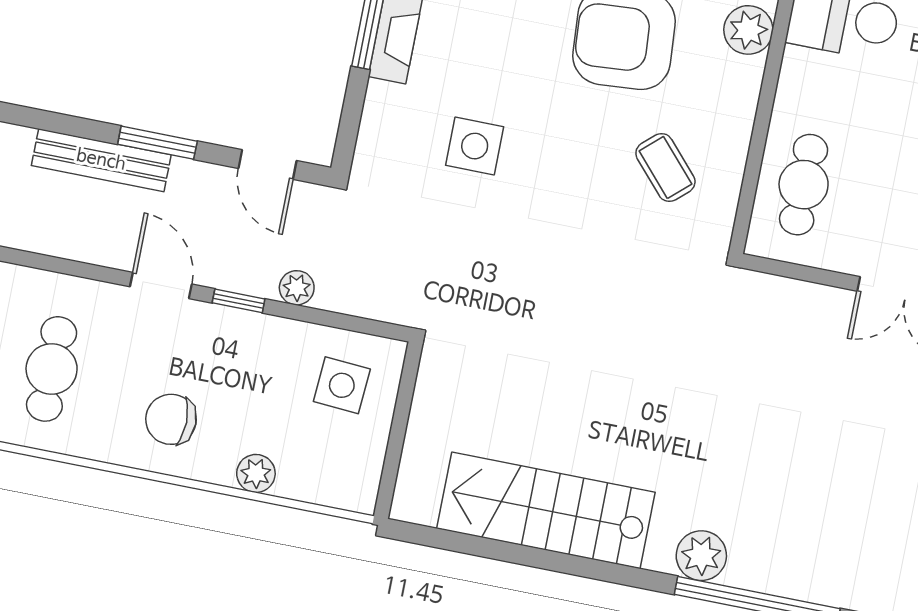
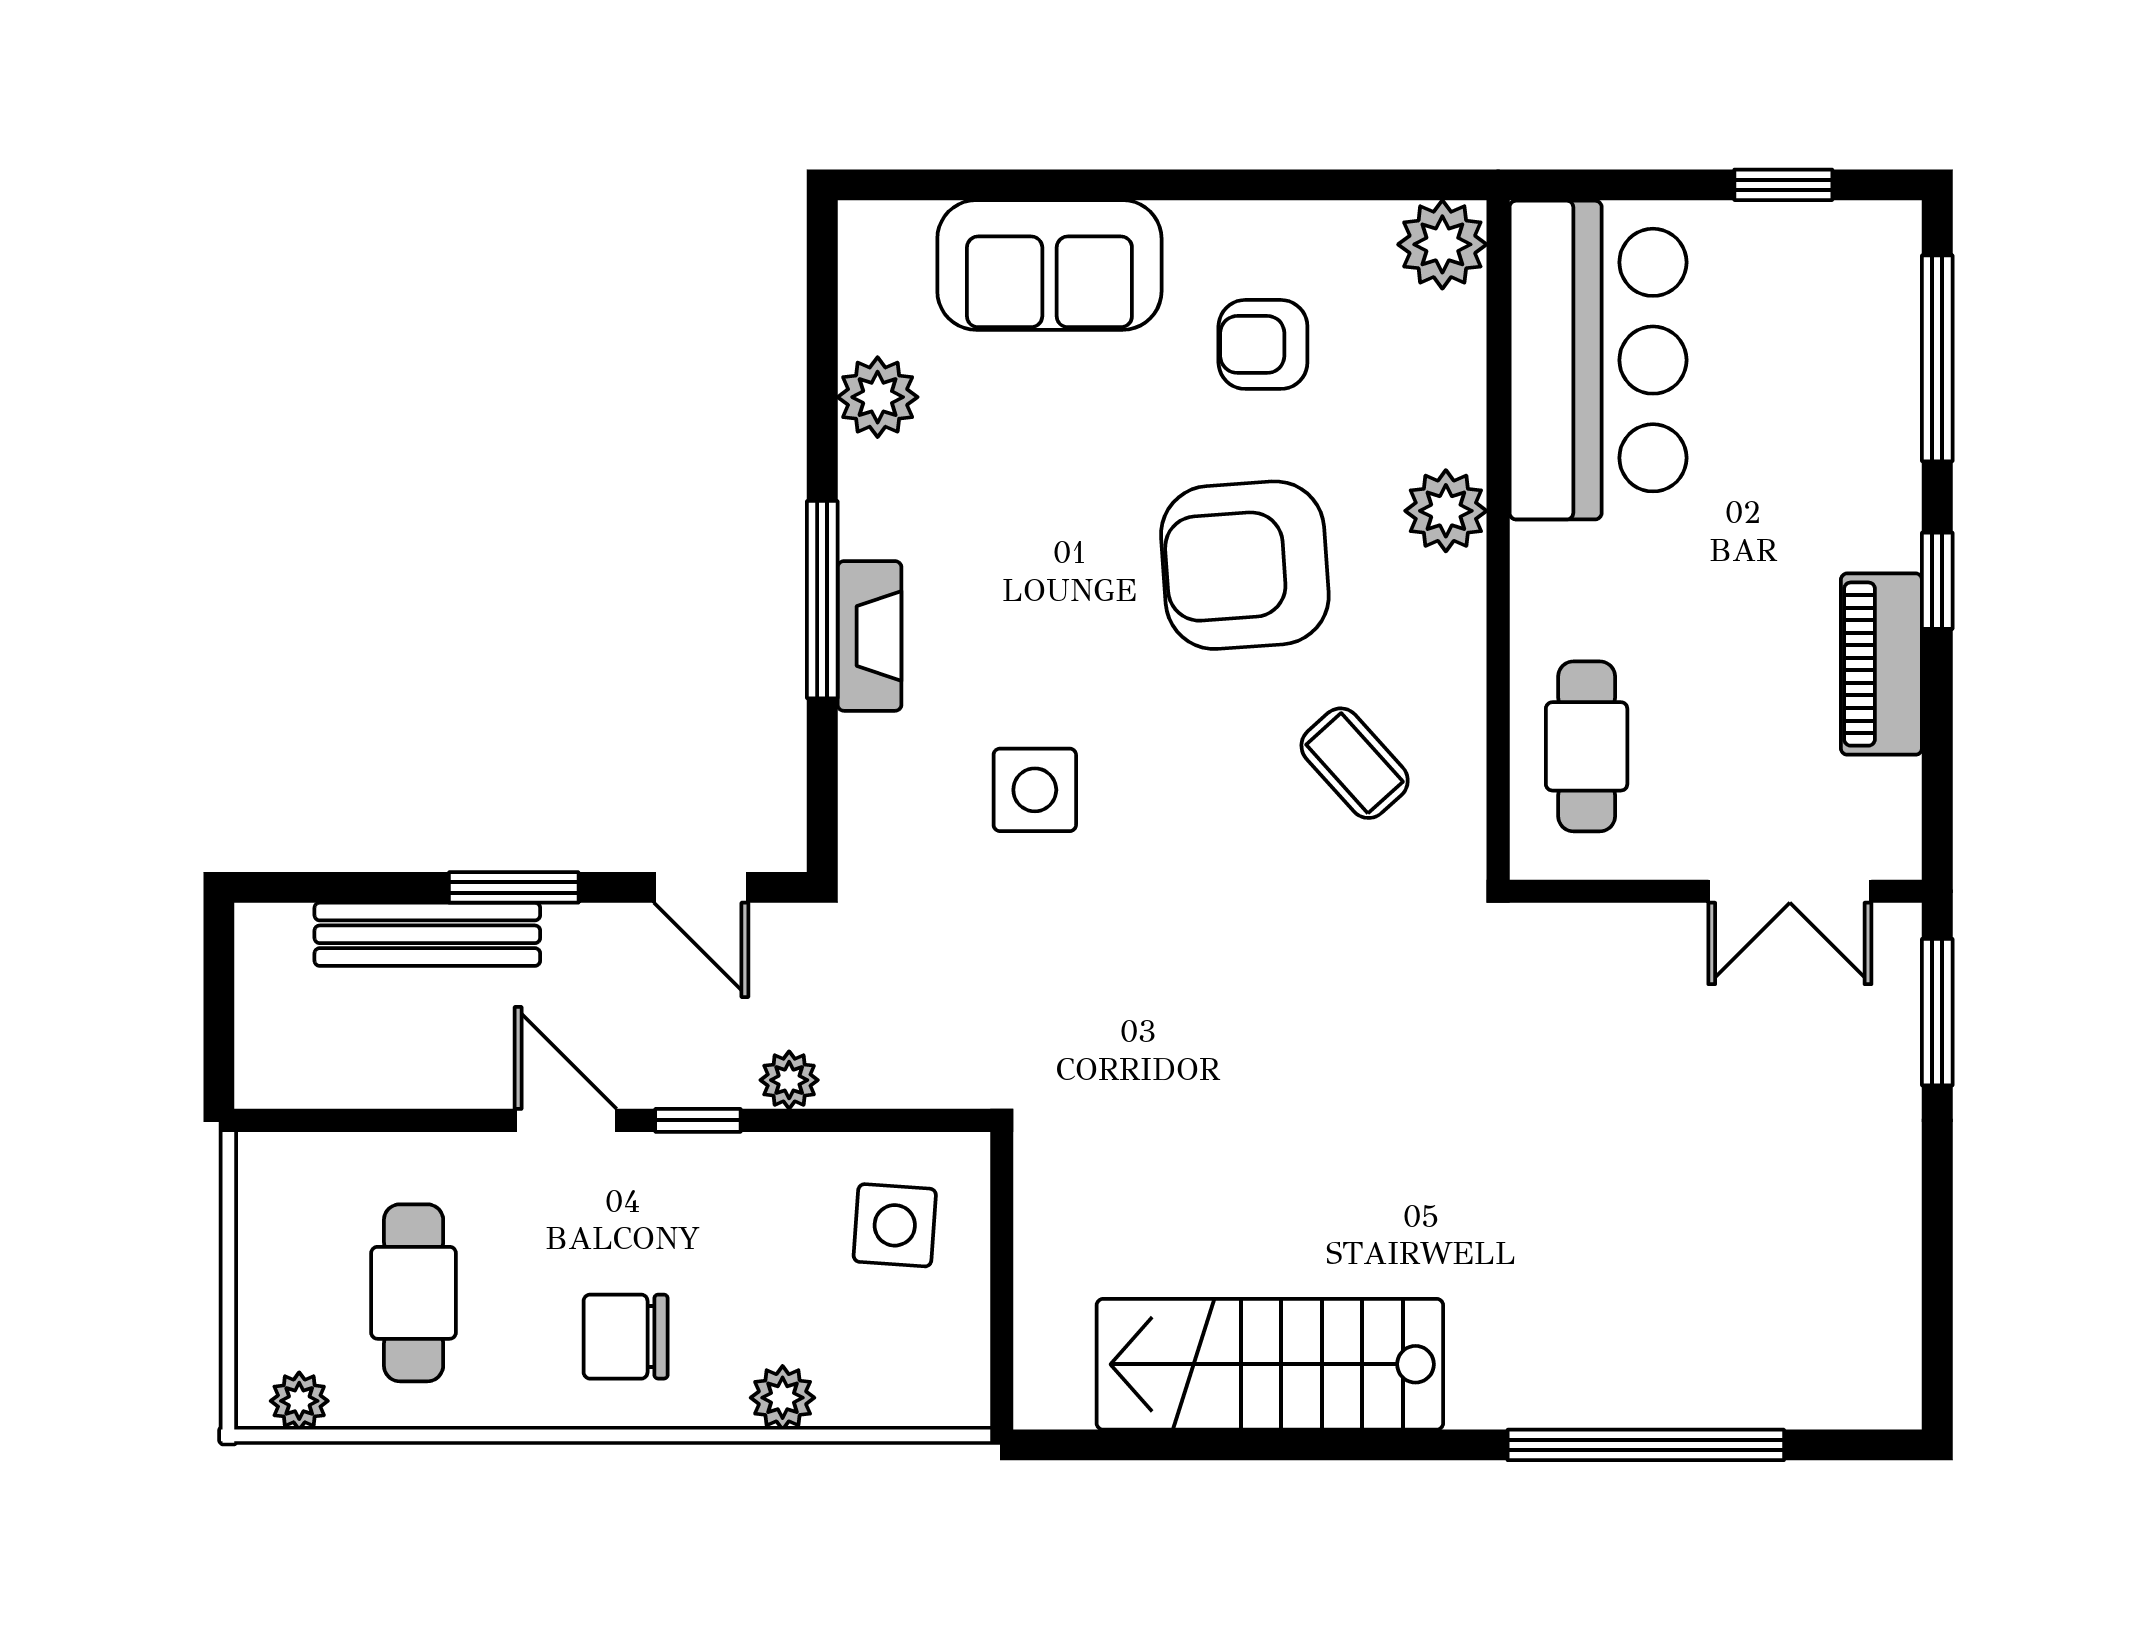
plant: (701, 556) -> (1539, 1388), removed

